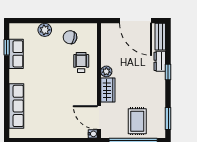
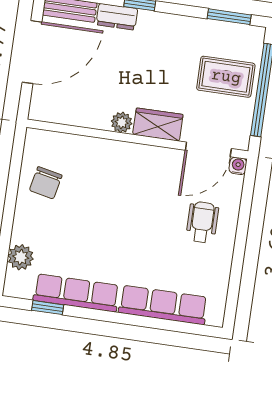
plant: (45, 30) -> (21, 257), moved
row of seats: (16, 54) -> (76, 293), width x1.48
wheelchair: (81, 63) -> (202, 222), moved, turned 90

